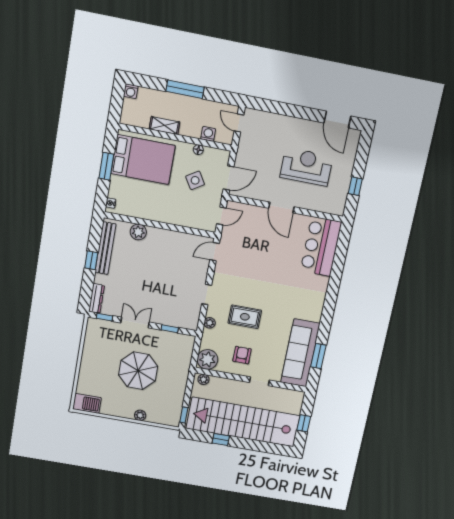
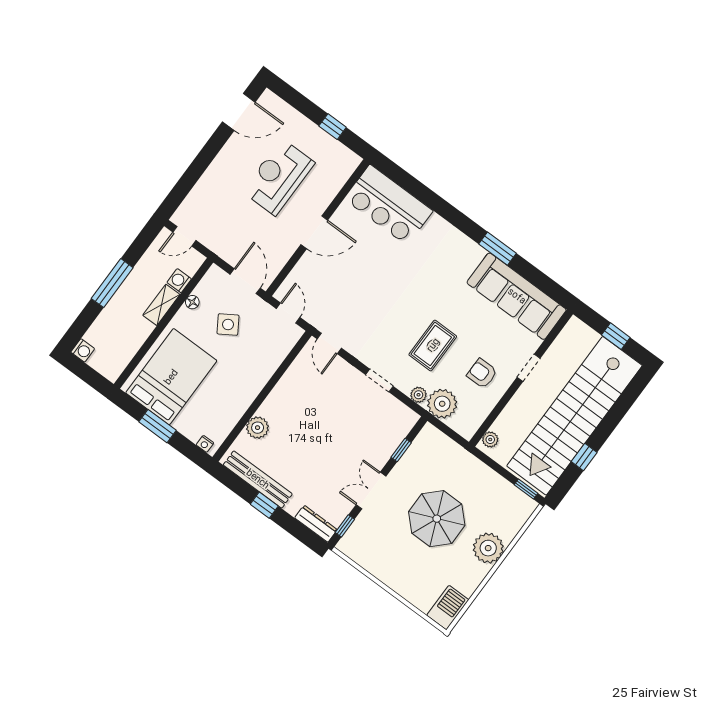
shelving: (165, 126) -> (161, 305), moved
window: (318, 356) -> (497, 249), moved
plant: (207, 359) -> (442, 404), moved
plant: (140, 415) -> (488, 548), width x1.88, depth x1.88

